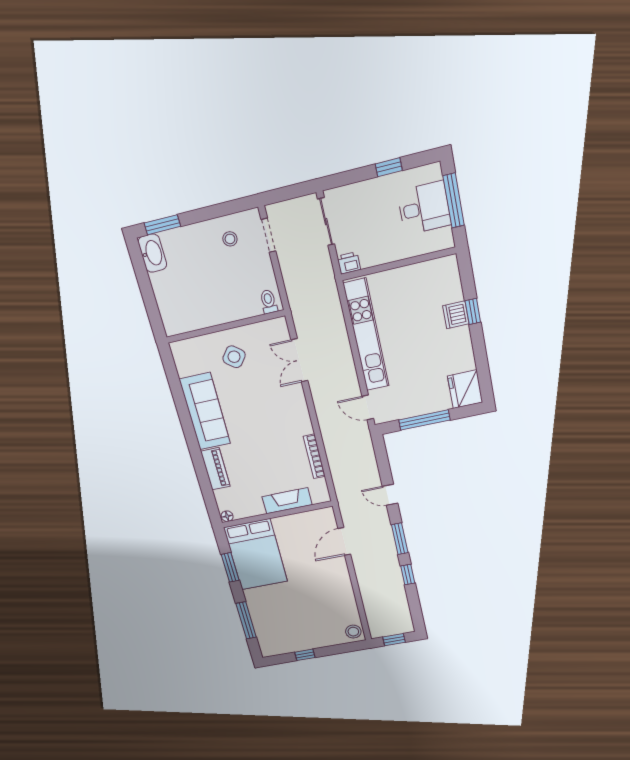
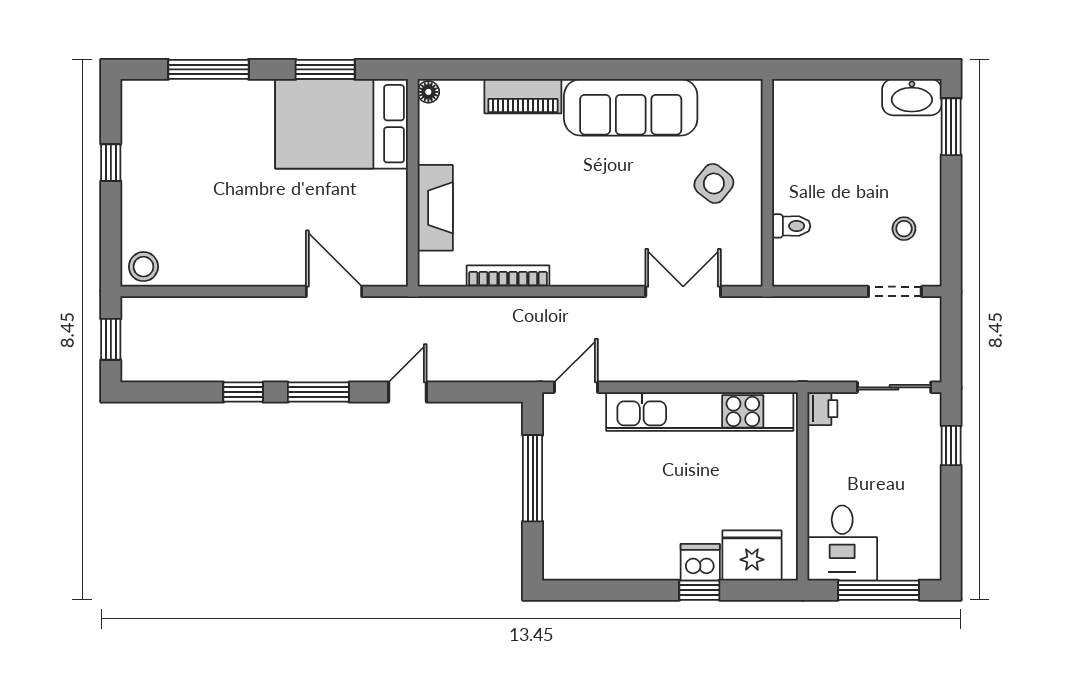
window: (389, 167) -> (951, 446), moved
desk: (424, 208) -> (842, 543), moved
toilet: (269, 302) -> (791, 226), moved
fridge: (465, 389) -> (752, 556), moved

